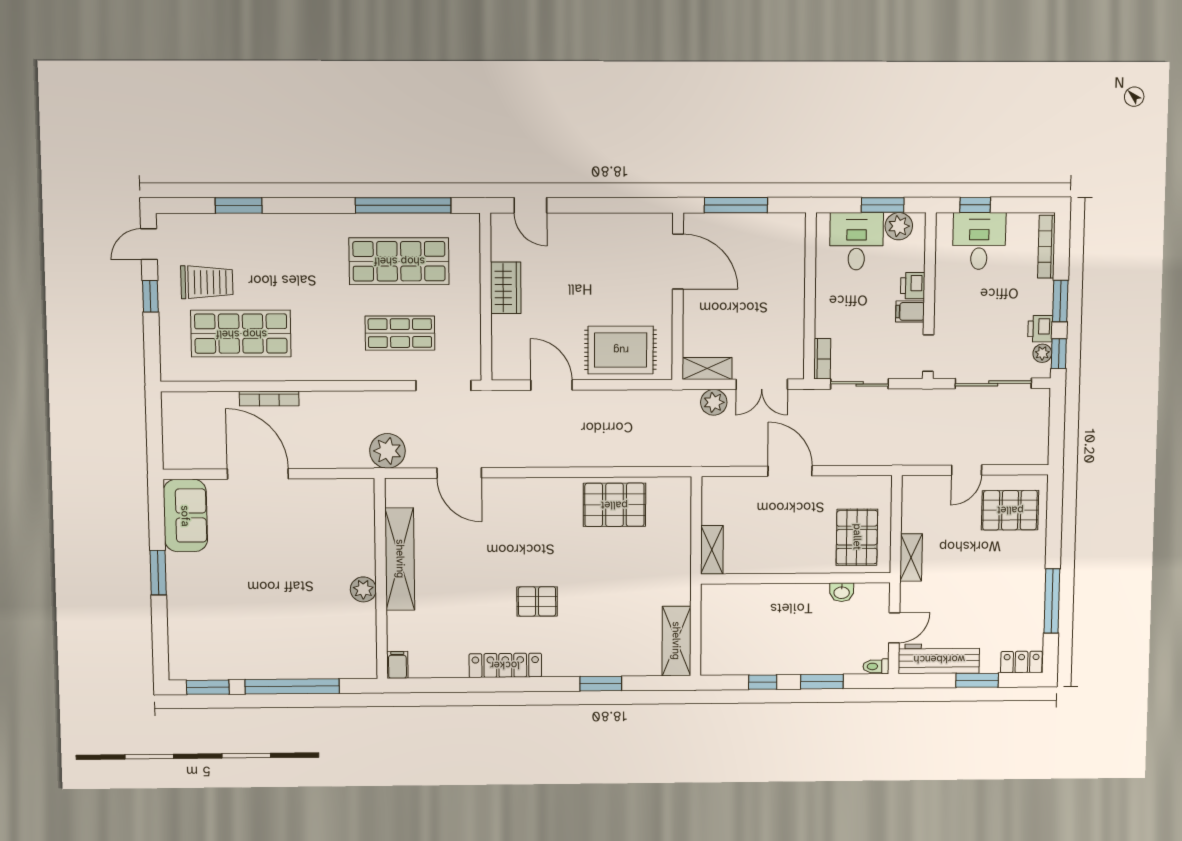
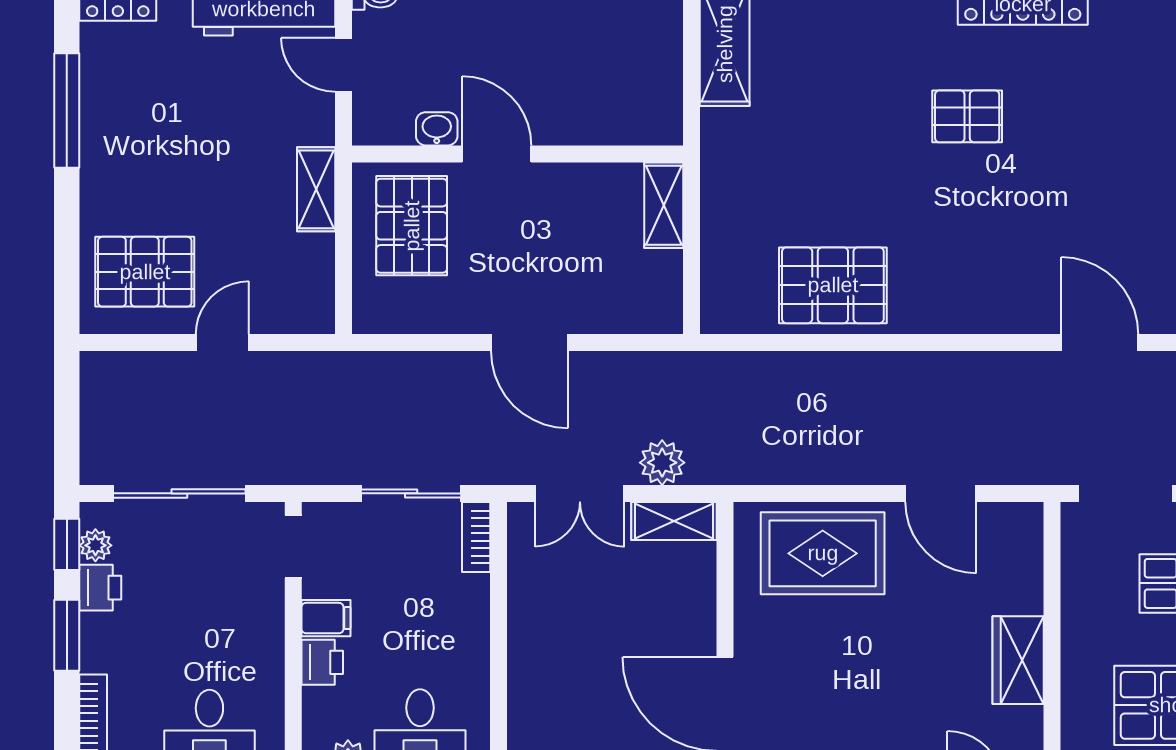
double door: (762, 384) -> (580, 493), swing flipped
door: (807, 578) -> (497, 154), added
door: (894, 628) -> (343, 65), hinge flipped

